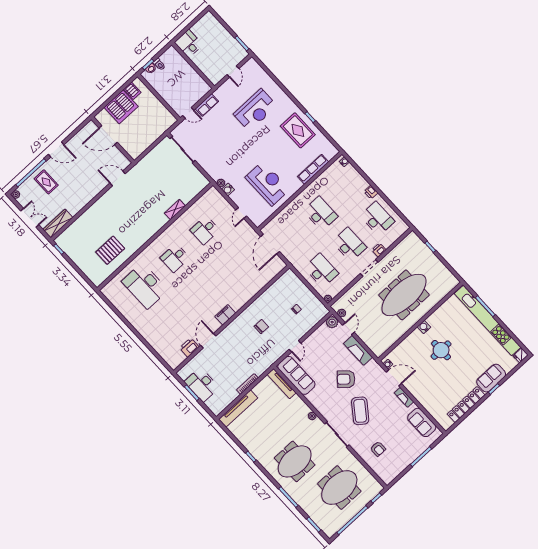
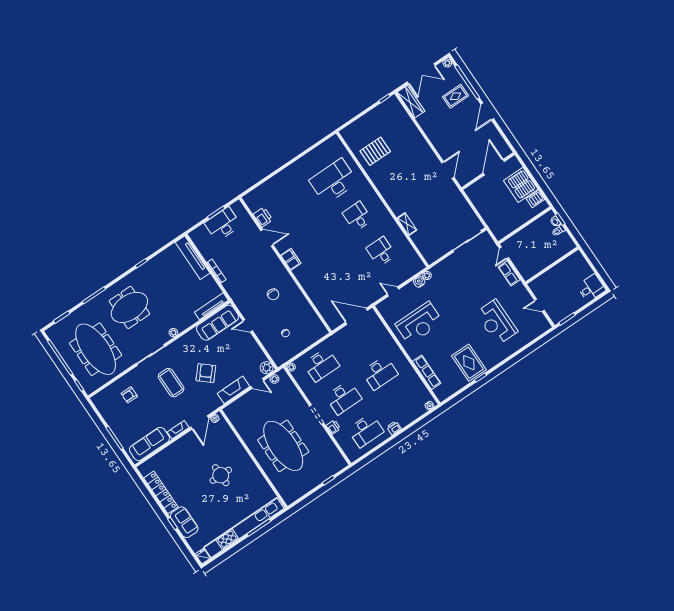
desk: (189, 44) -> (591, 288), moved
rug: (298, 130) -> (469, 363), turned 90
double door: (30, 218) -> (421, 74), width x1.37
pallet: (110, 250) -> (375, 151), turned 90
water cooler: (424, 327) -> (247, 461), removed
coffee table: (360, 411) -> (171, 383), turned 53
sofa: (422, 422) -> (149, 444), width x1.36
meeting table: (295, 461) -> (129, 307), turned 90
meeting table: (339, 488) -> (96, 349), width x1.36

